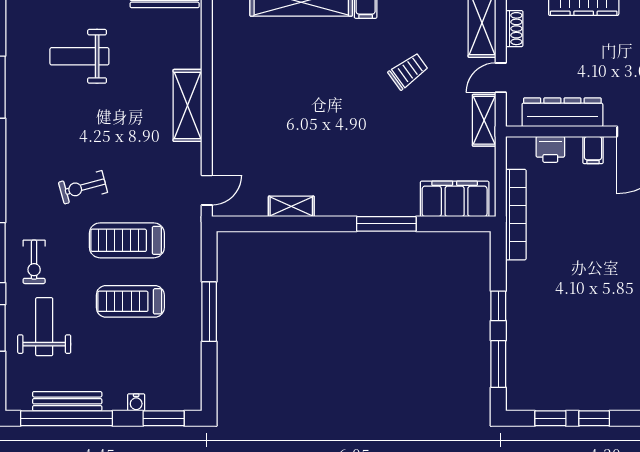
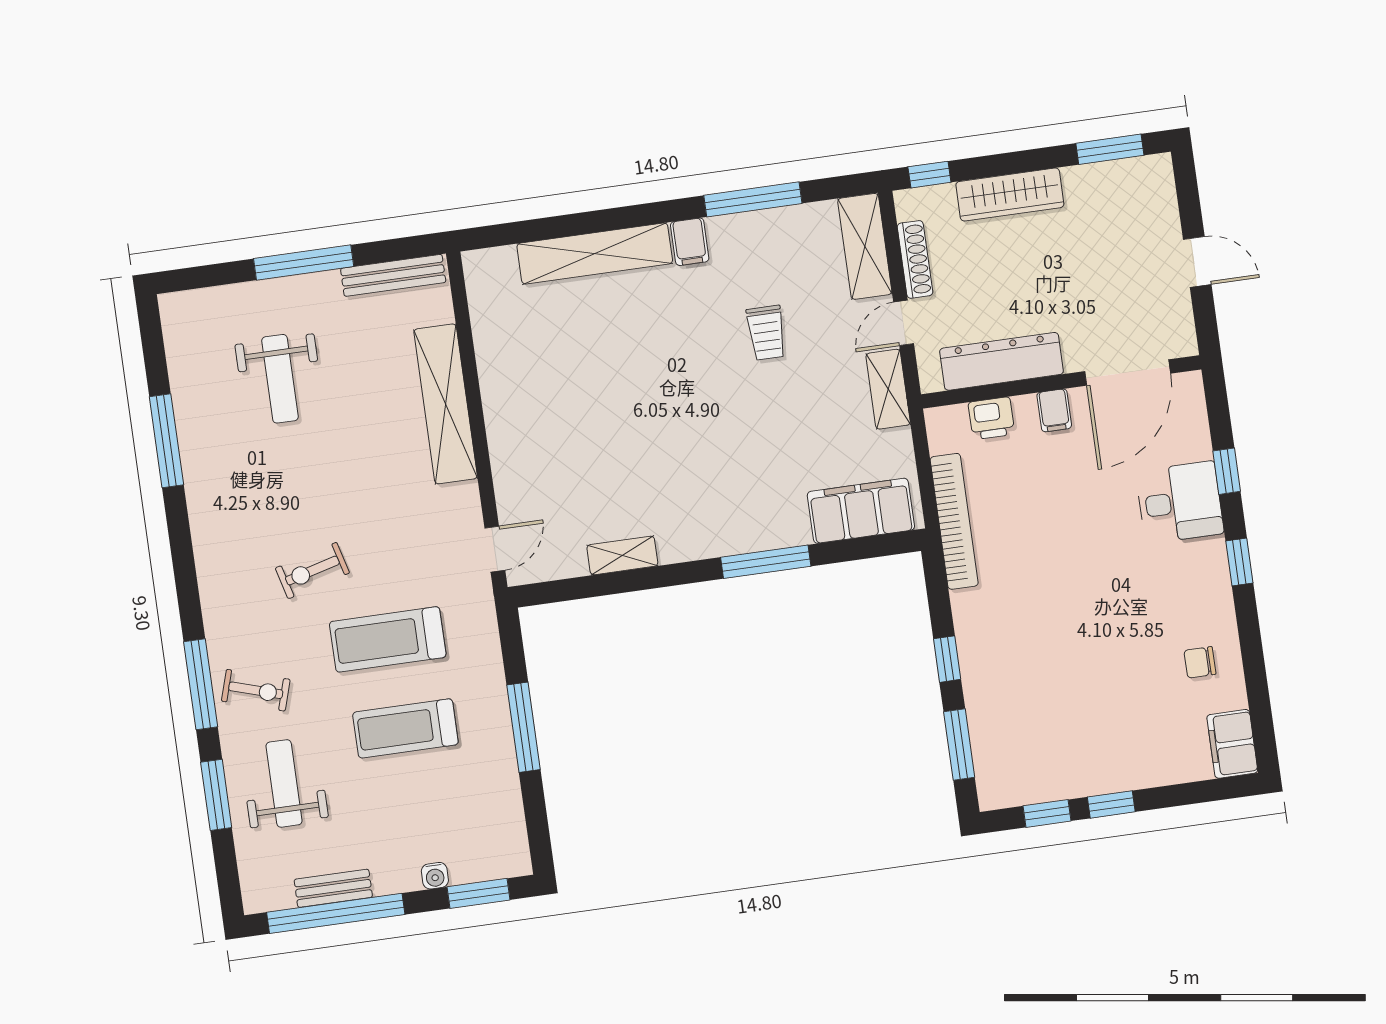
shoe rack: (514, 29) -> (915, 259), width x1.43
weight bench: (79, 56) -> (280, 379), turned -90
trolley: (408, 71) -> (766, 333), turned 126
shelving: (187, 105) -> (446, 404), width x1.47
exercise bike: (34, 262) -> (256, 690), turned -73
bench: (67, 401) -> (333, 888), width x0.73

